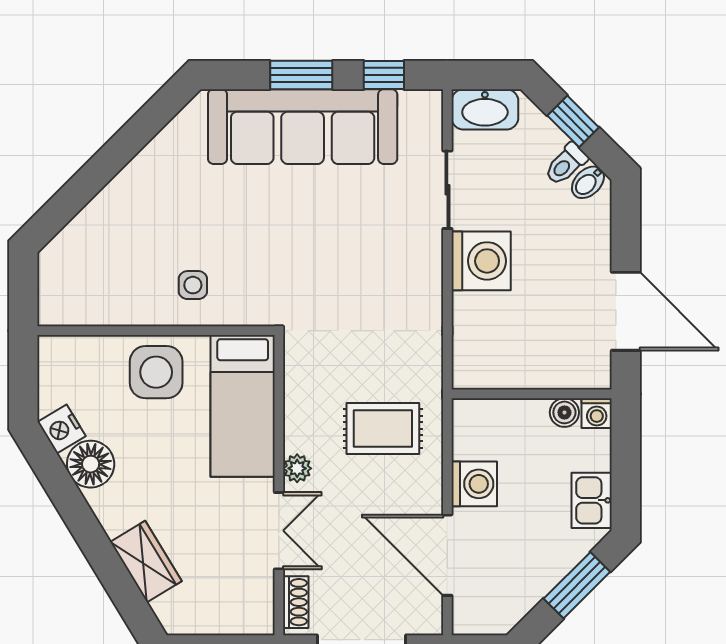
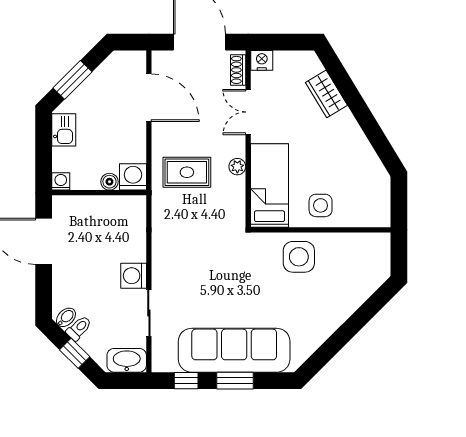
washing machine: (481, 261) -> (134, 276), width x0.73, depth x0.73
side table: (193, 285) -> (299, 257), width x1.87, depth x1.87
side table: (156, 372) -> (321, 205), width x0.73, depth x0.73
boiler: (564, 412) -> (109, 182), moved
nightstand: (62, 429) -> (262, 60), moved, turned -59
floor lamp: (91, 464) -> (359, 151), removed
plant: (297, 468) -> (237, 167), moved
washing machine: (474, 484) -> (133, 177), moved, turned 90

